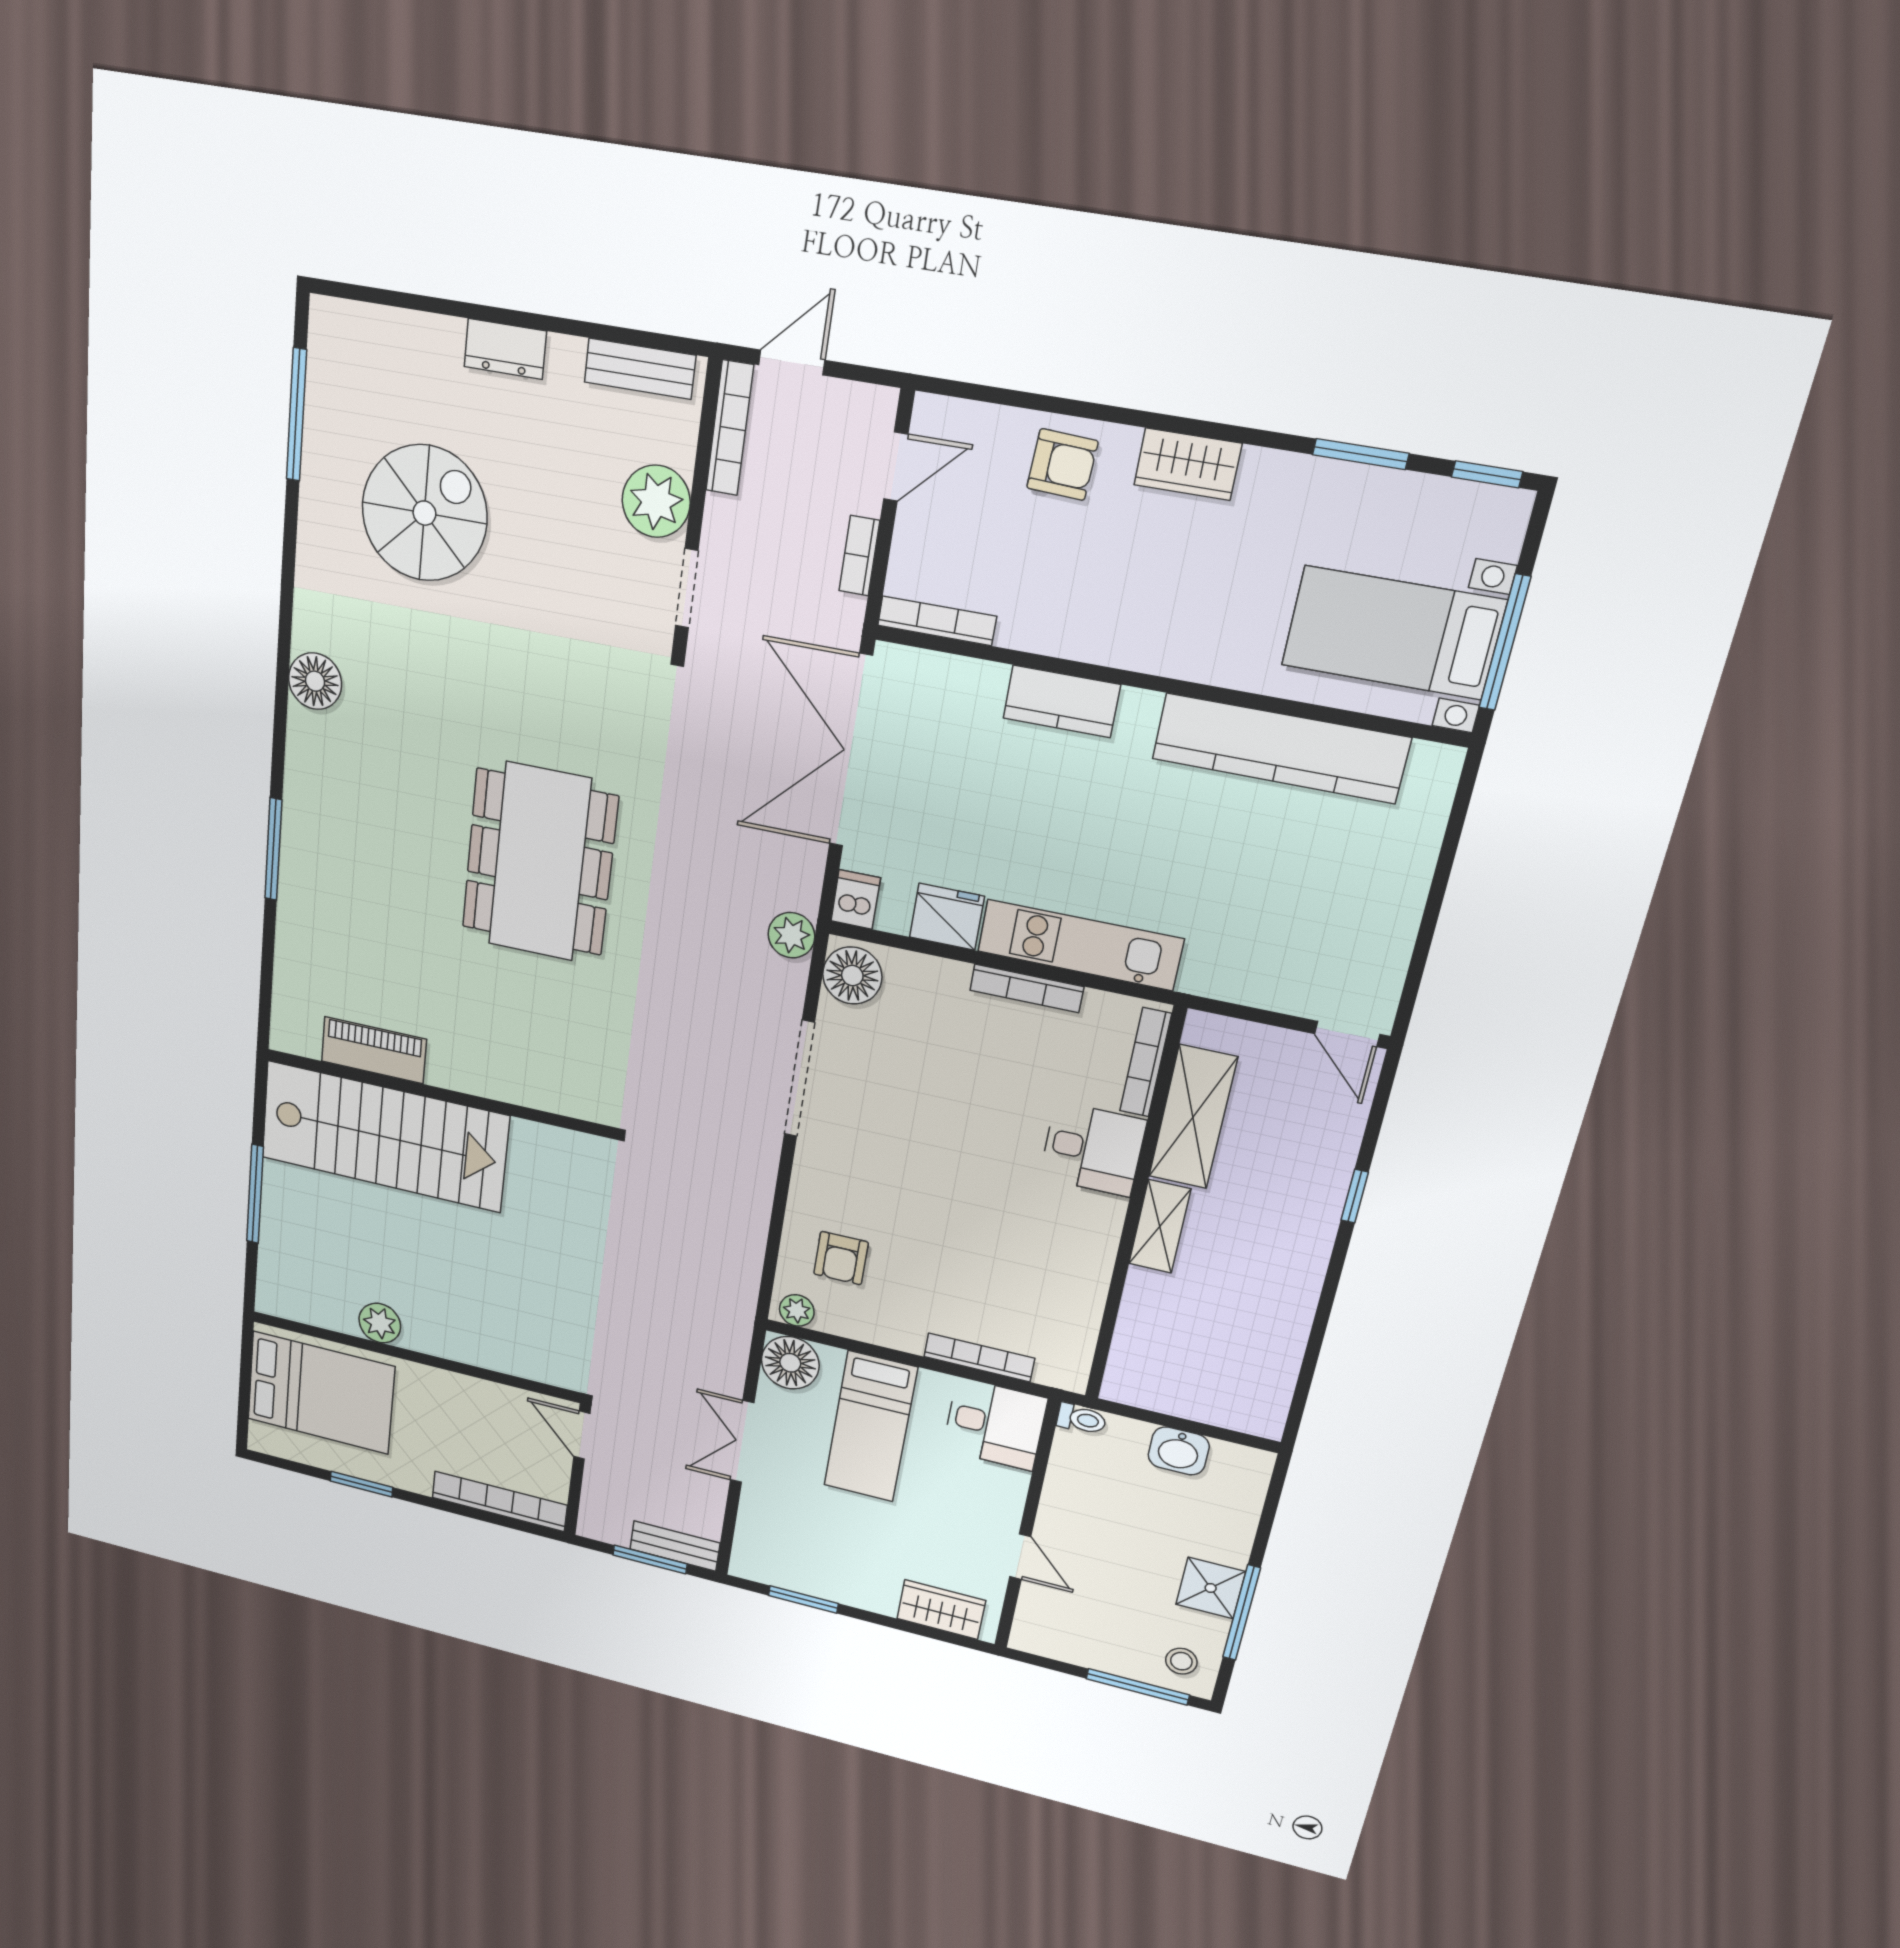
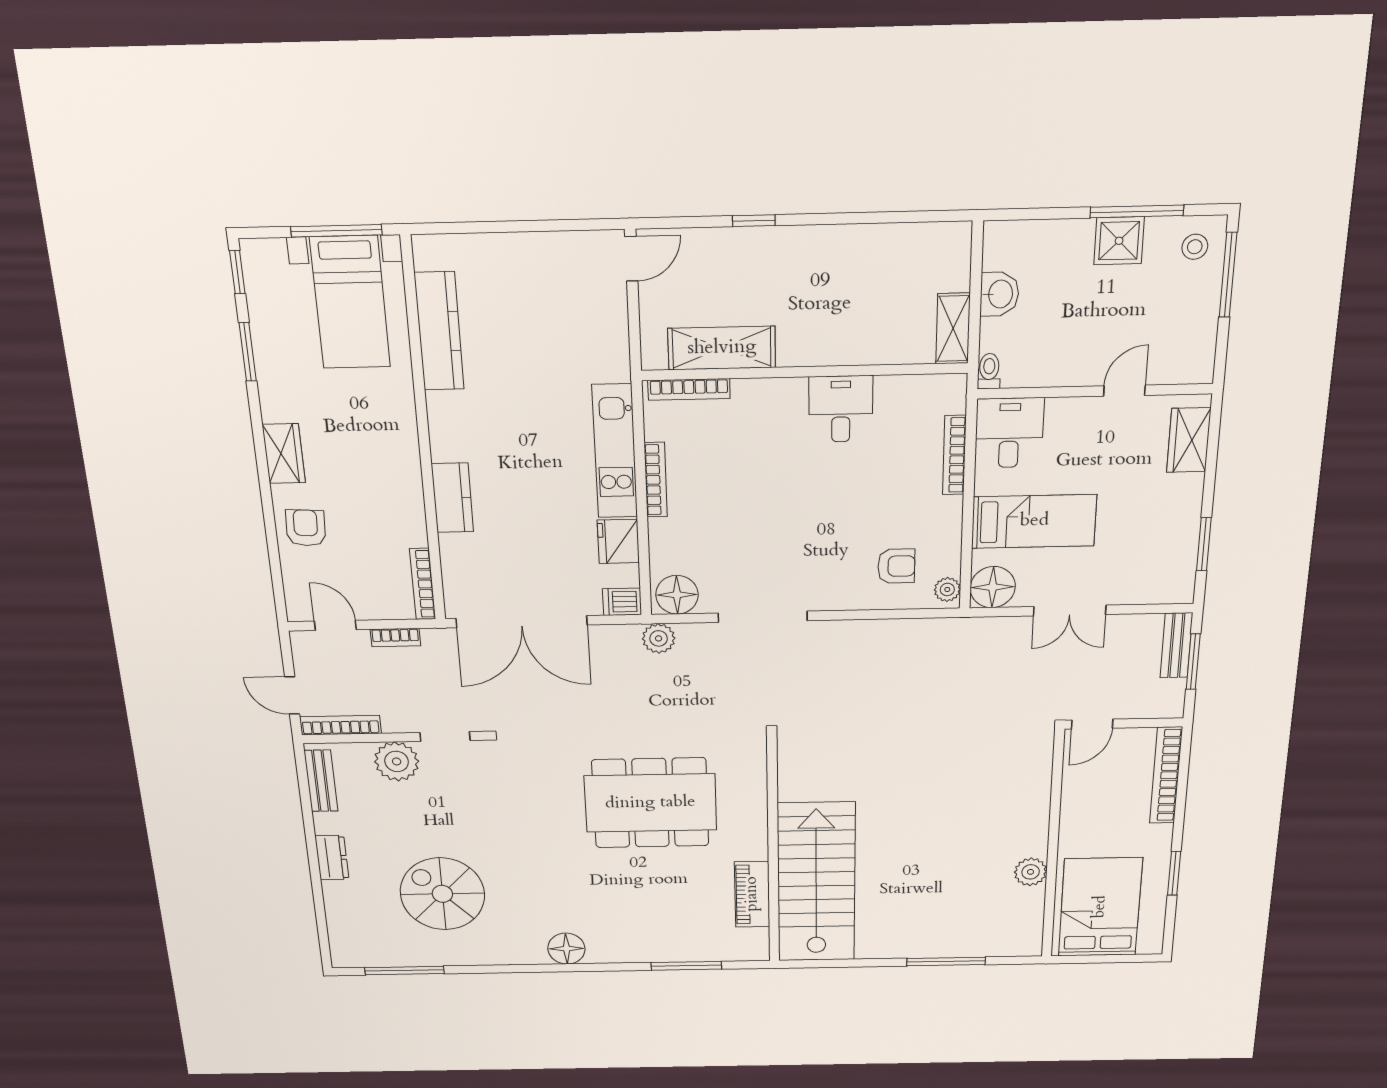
kitchen counter: (1280, 748) -> (439, 331), width x0.72, depth x0.86
piano: (374, 1050) -> (752, 894), moved
wall: (438, 1093) -> (773, 851), moved
stairs: (384, 1137) -> (816, 883), moved
desk: (1093, 1149) -> (841, 409), moved
shelving: (1160, 1226) -> (953, 329), moved, turned 90

